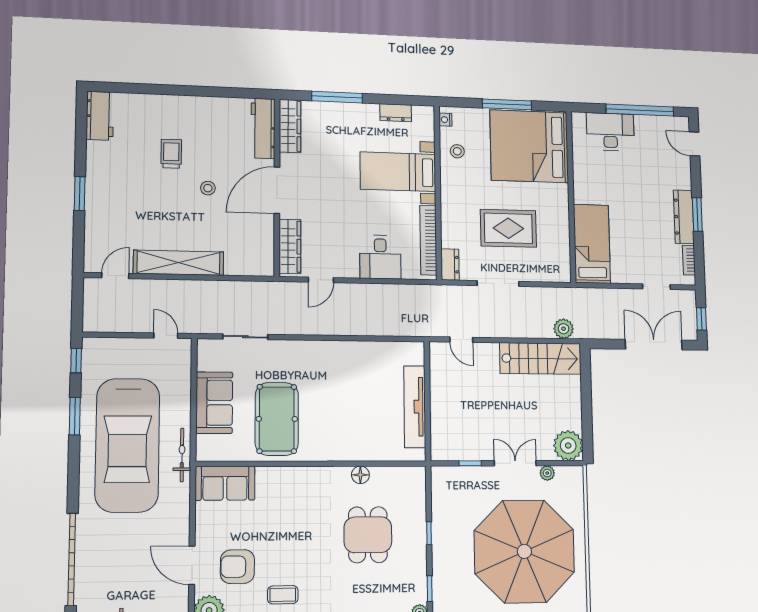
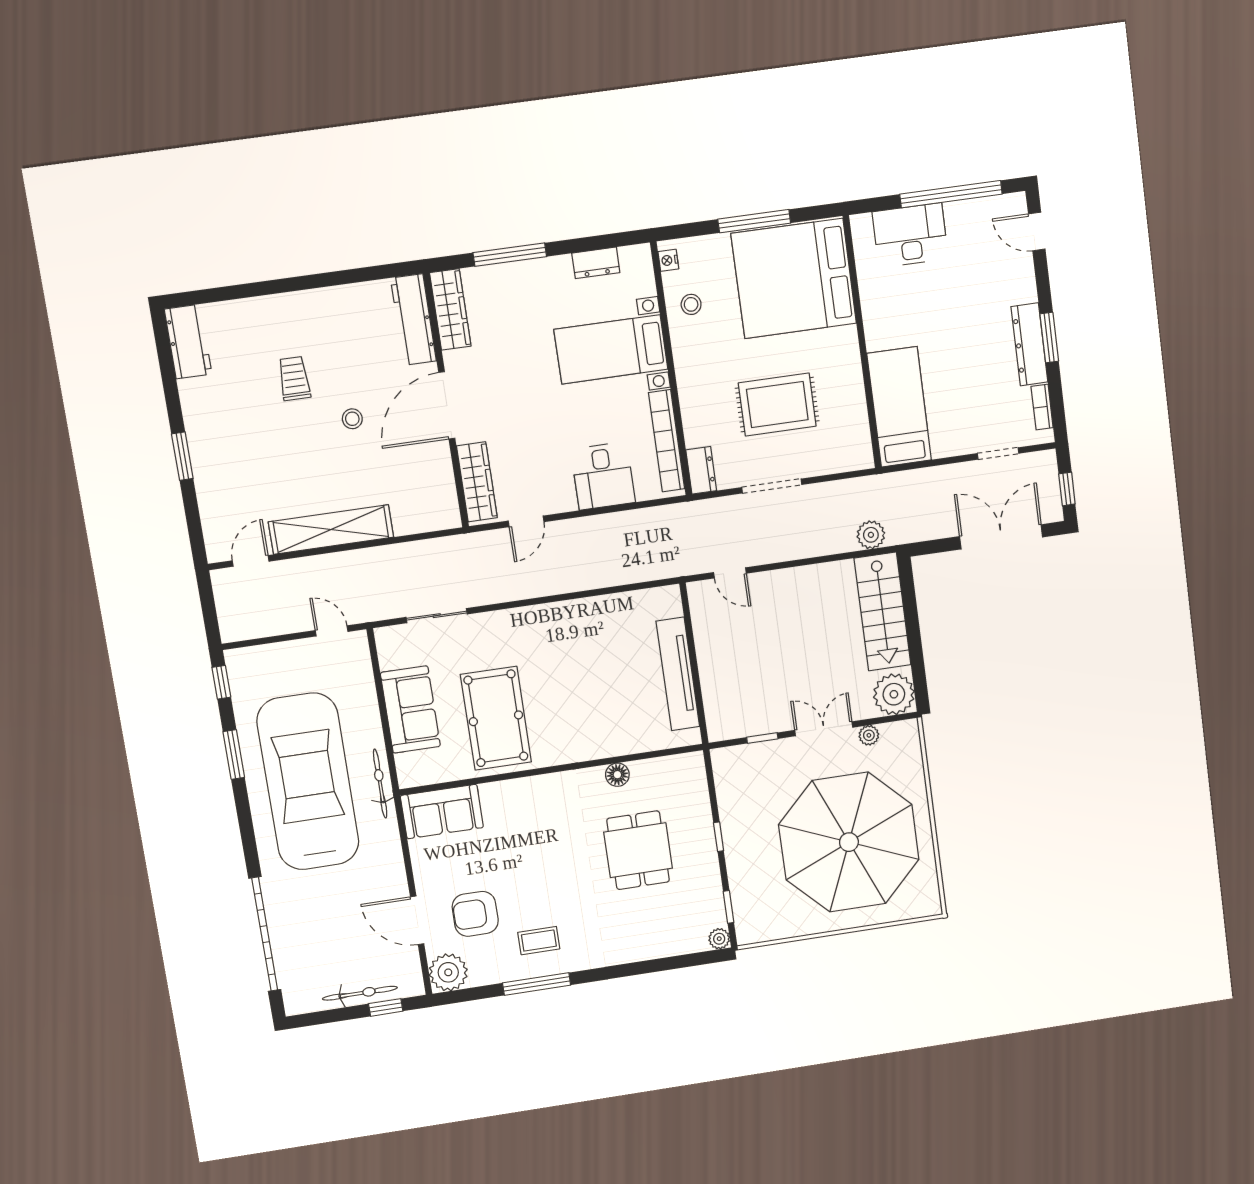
stairs: (540, 358) -> (883, 611), moved, turned 90
car: (127, 445) -> (308, 782), turned 180

